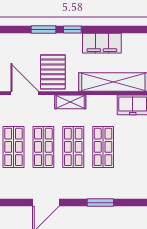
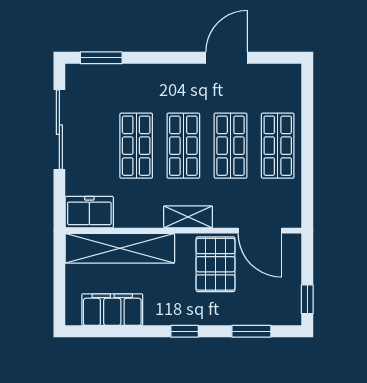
window: (44, 29) -> (251, 331), moved
filing cabinet: (102, 43) -> (112, 310), moved
window: (100, 203) -> (101, 58), moved

